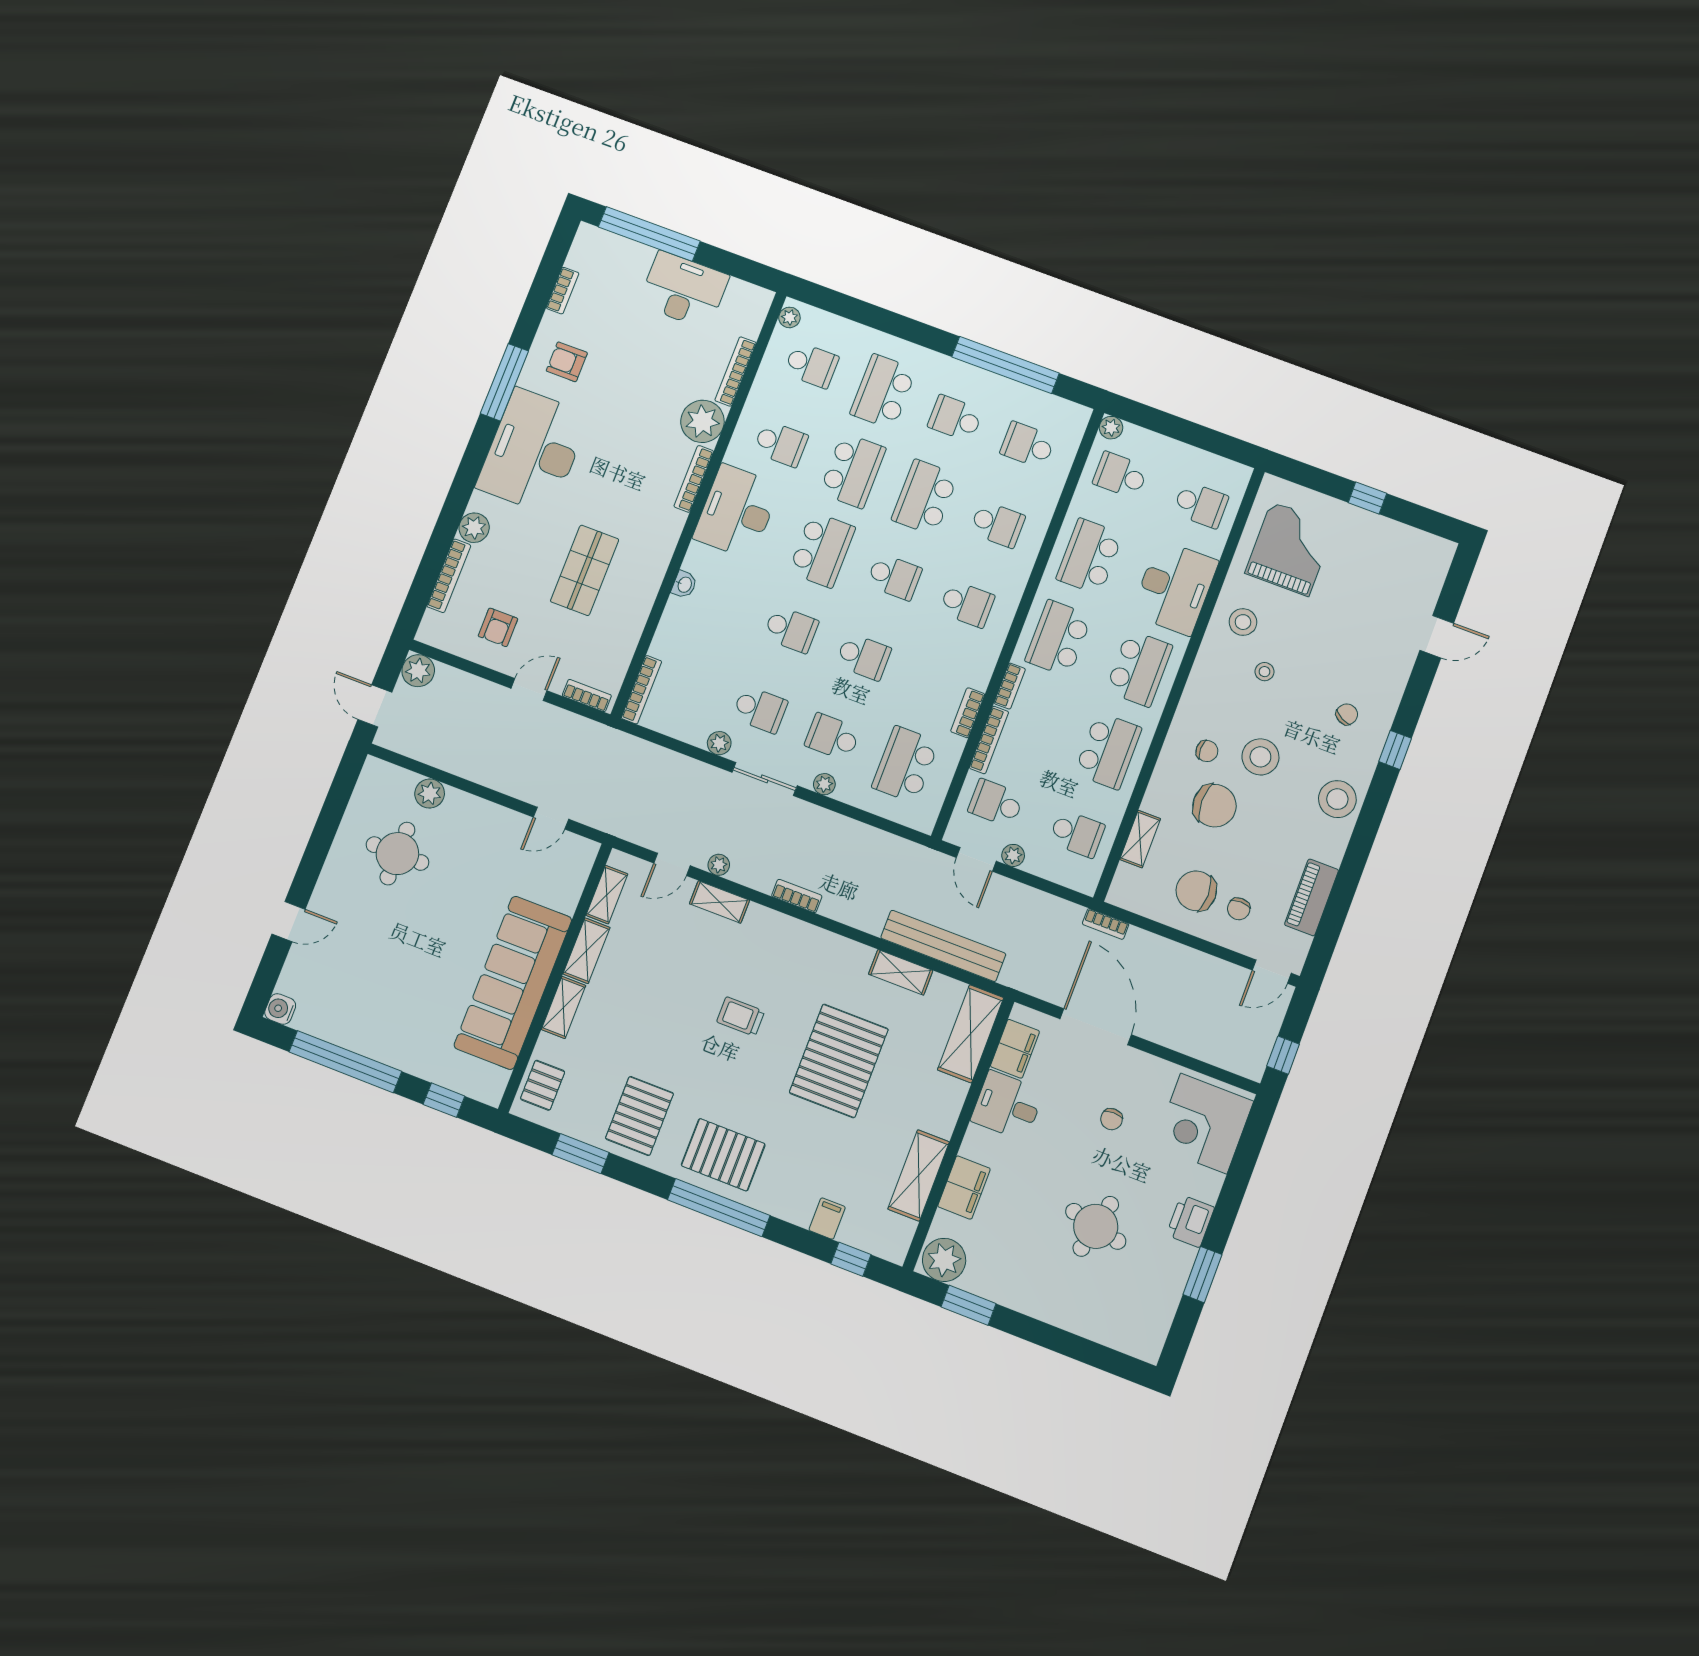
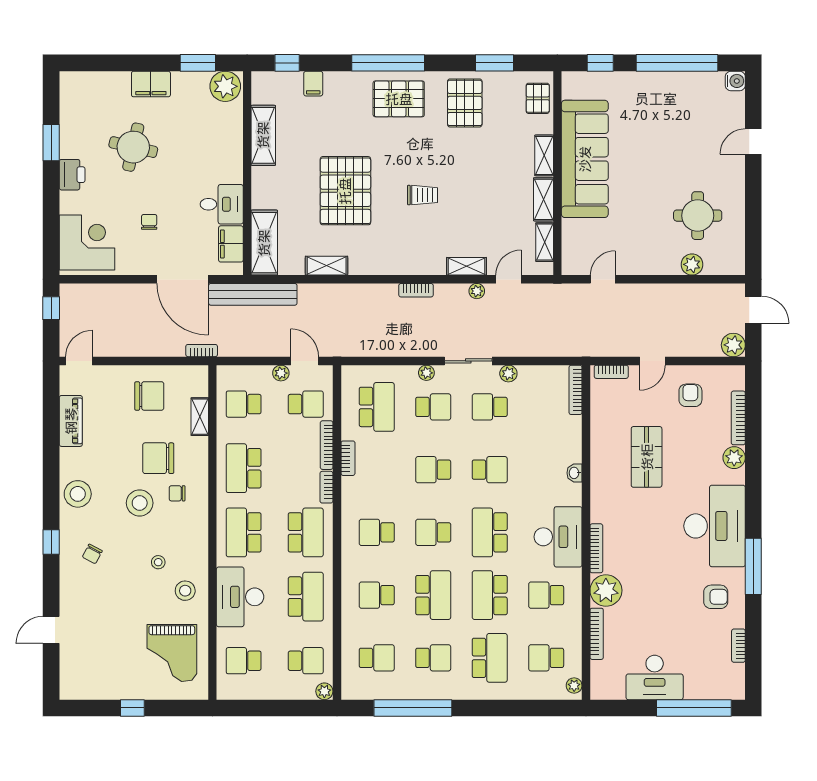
school desk: (791, 629) -> (490, 470), turned 180
chair: (1239, 909) -> (116, 395), removed
bench: (943, 946) -> (253, 294), moved
filing cabinet: (964, 1188) -> (151, 84), moved, turned -90

